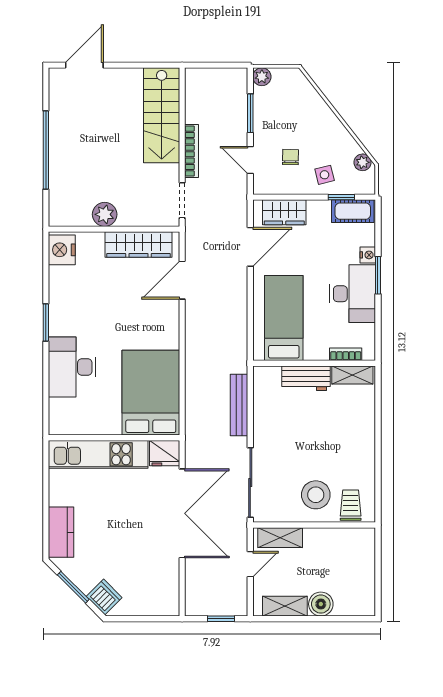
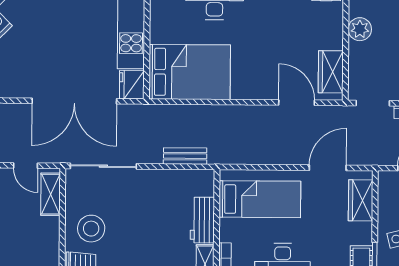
wardrobe: (138, 245) -> (331, 72), width x0.67
door: (250, 247) -> (328, 168), swing flipped
bench: (239, 405) -> (185, 156), width x0.73

